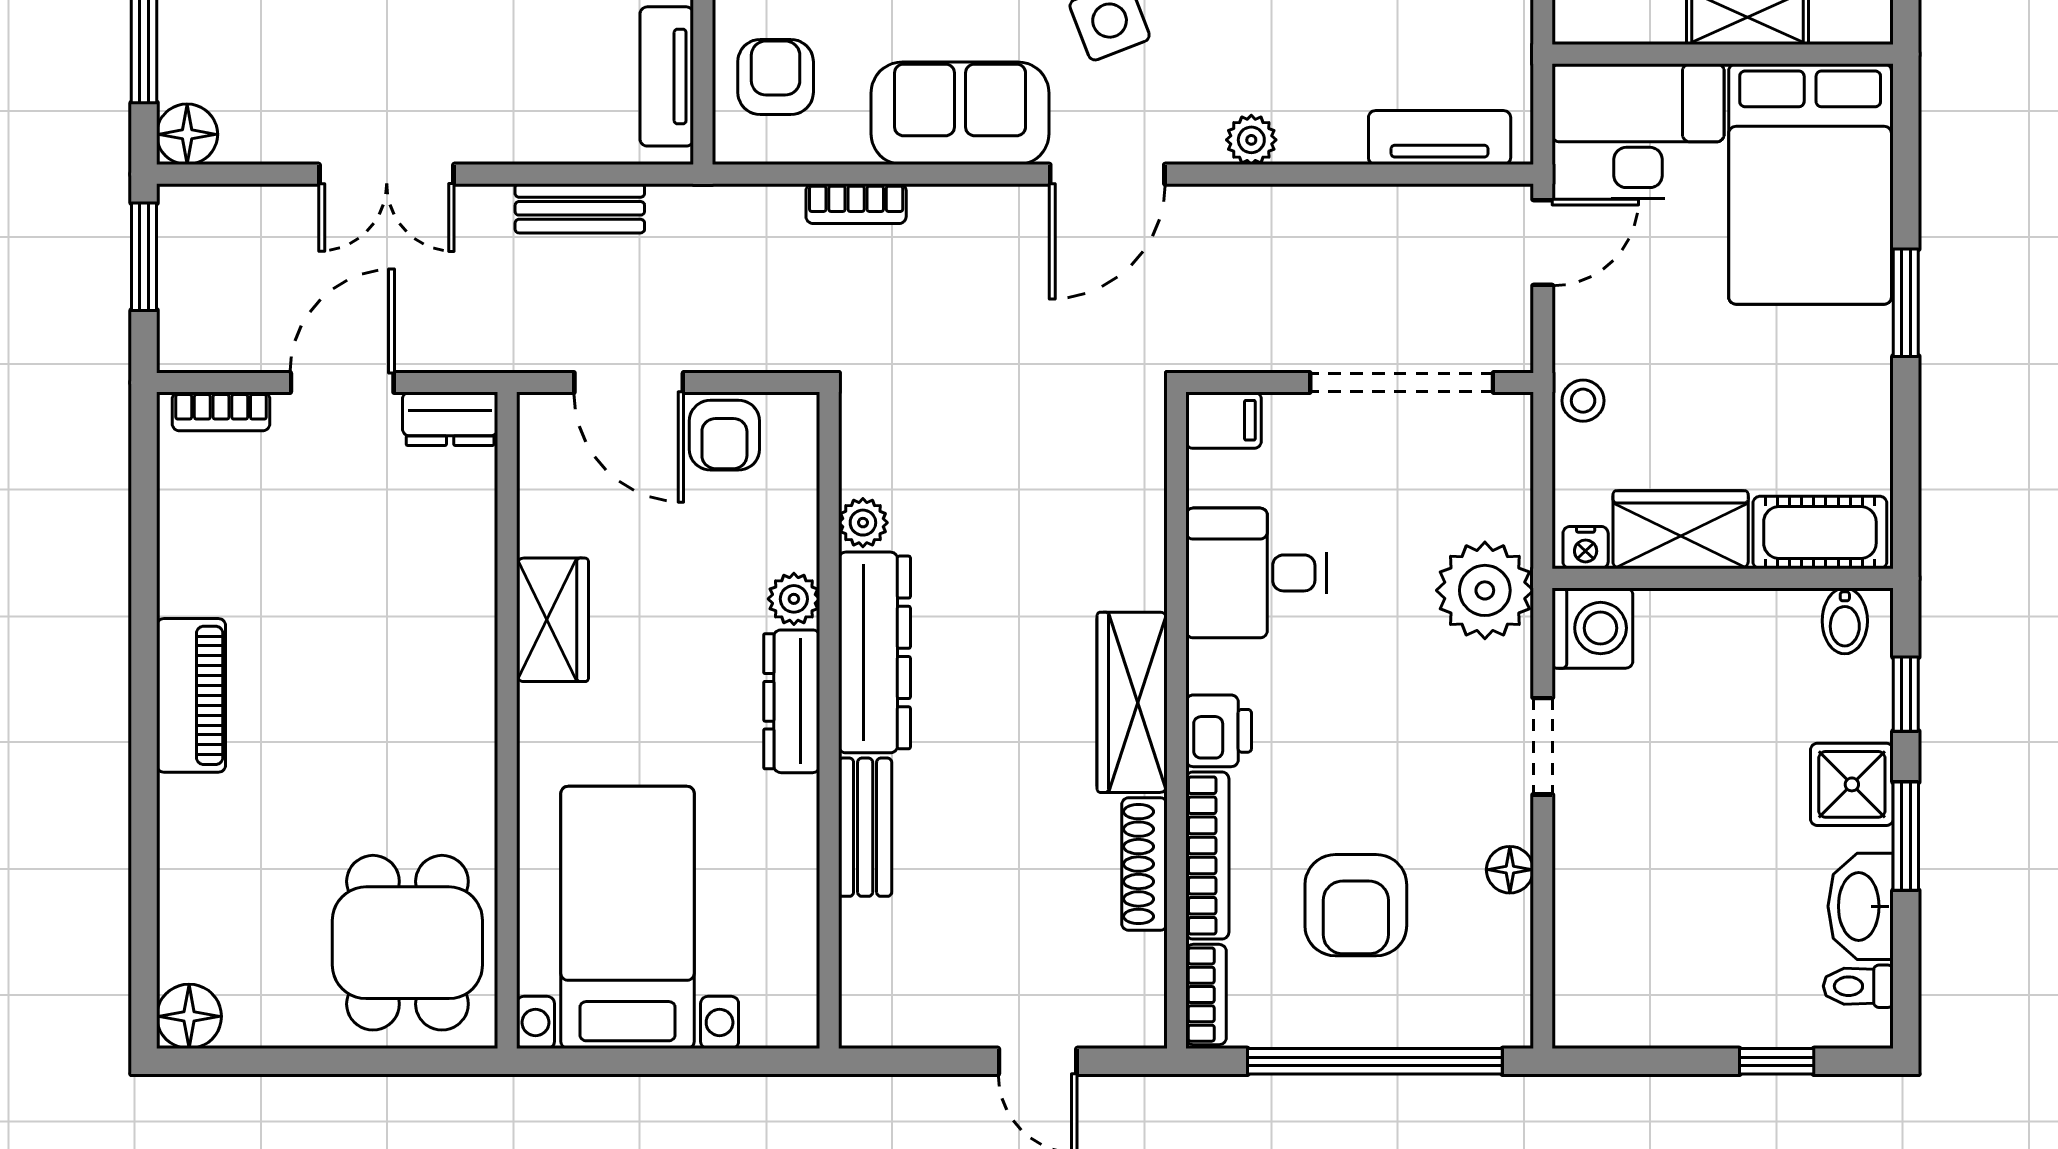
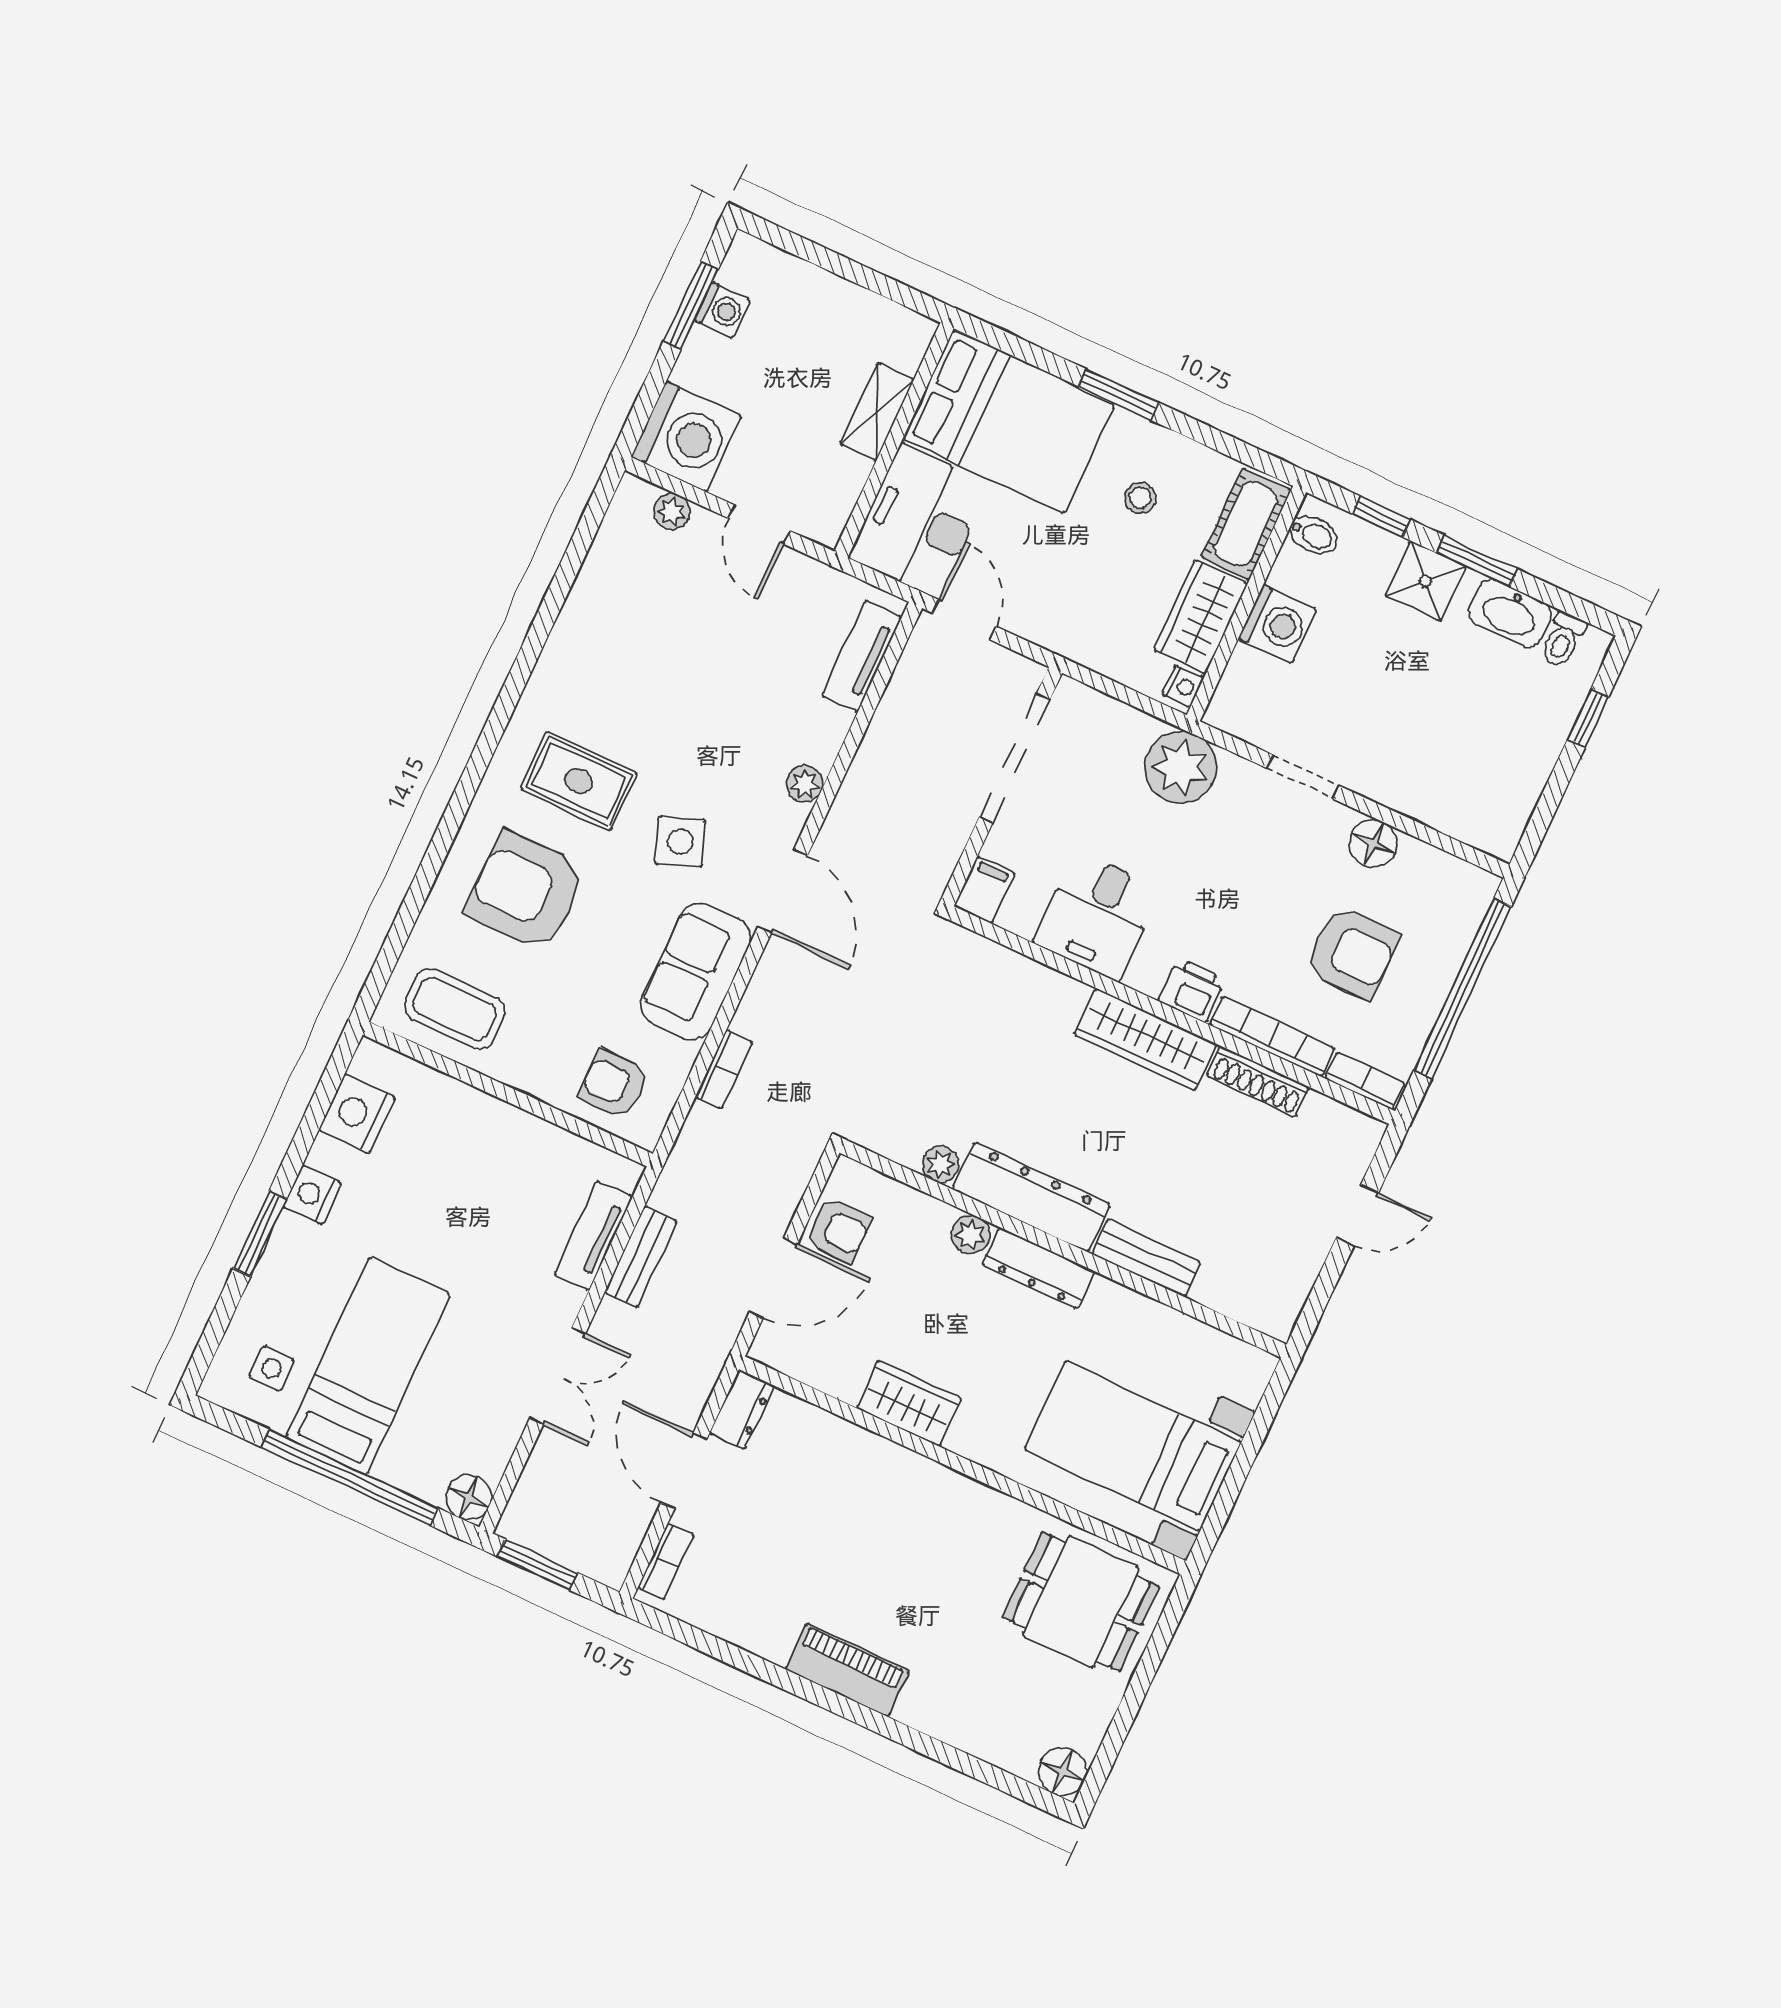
tv unit: (667, 76) -> (593, 1235), moved, turned 90
stool: (1583, 401) -> (1140, 498), moved
washing machine: (1592, 628) -> (1278, 624), moved, turned 90
floor lamp: (1510, 870) -> (1373, 843), width x1.37, depth x1.37

